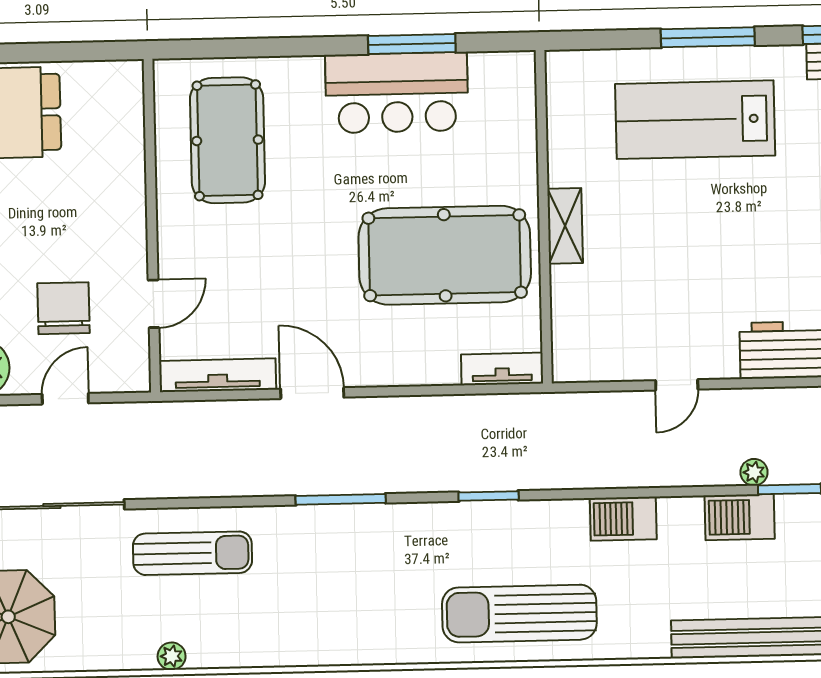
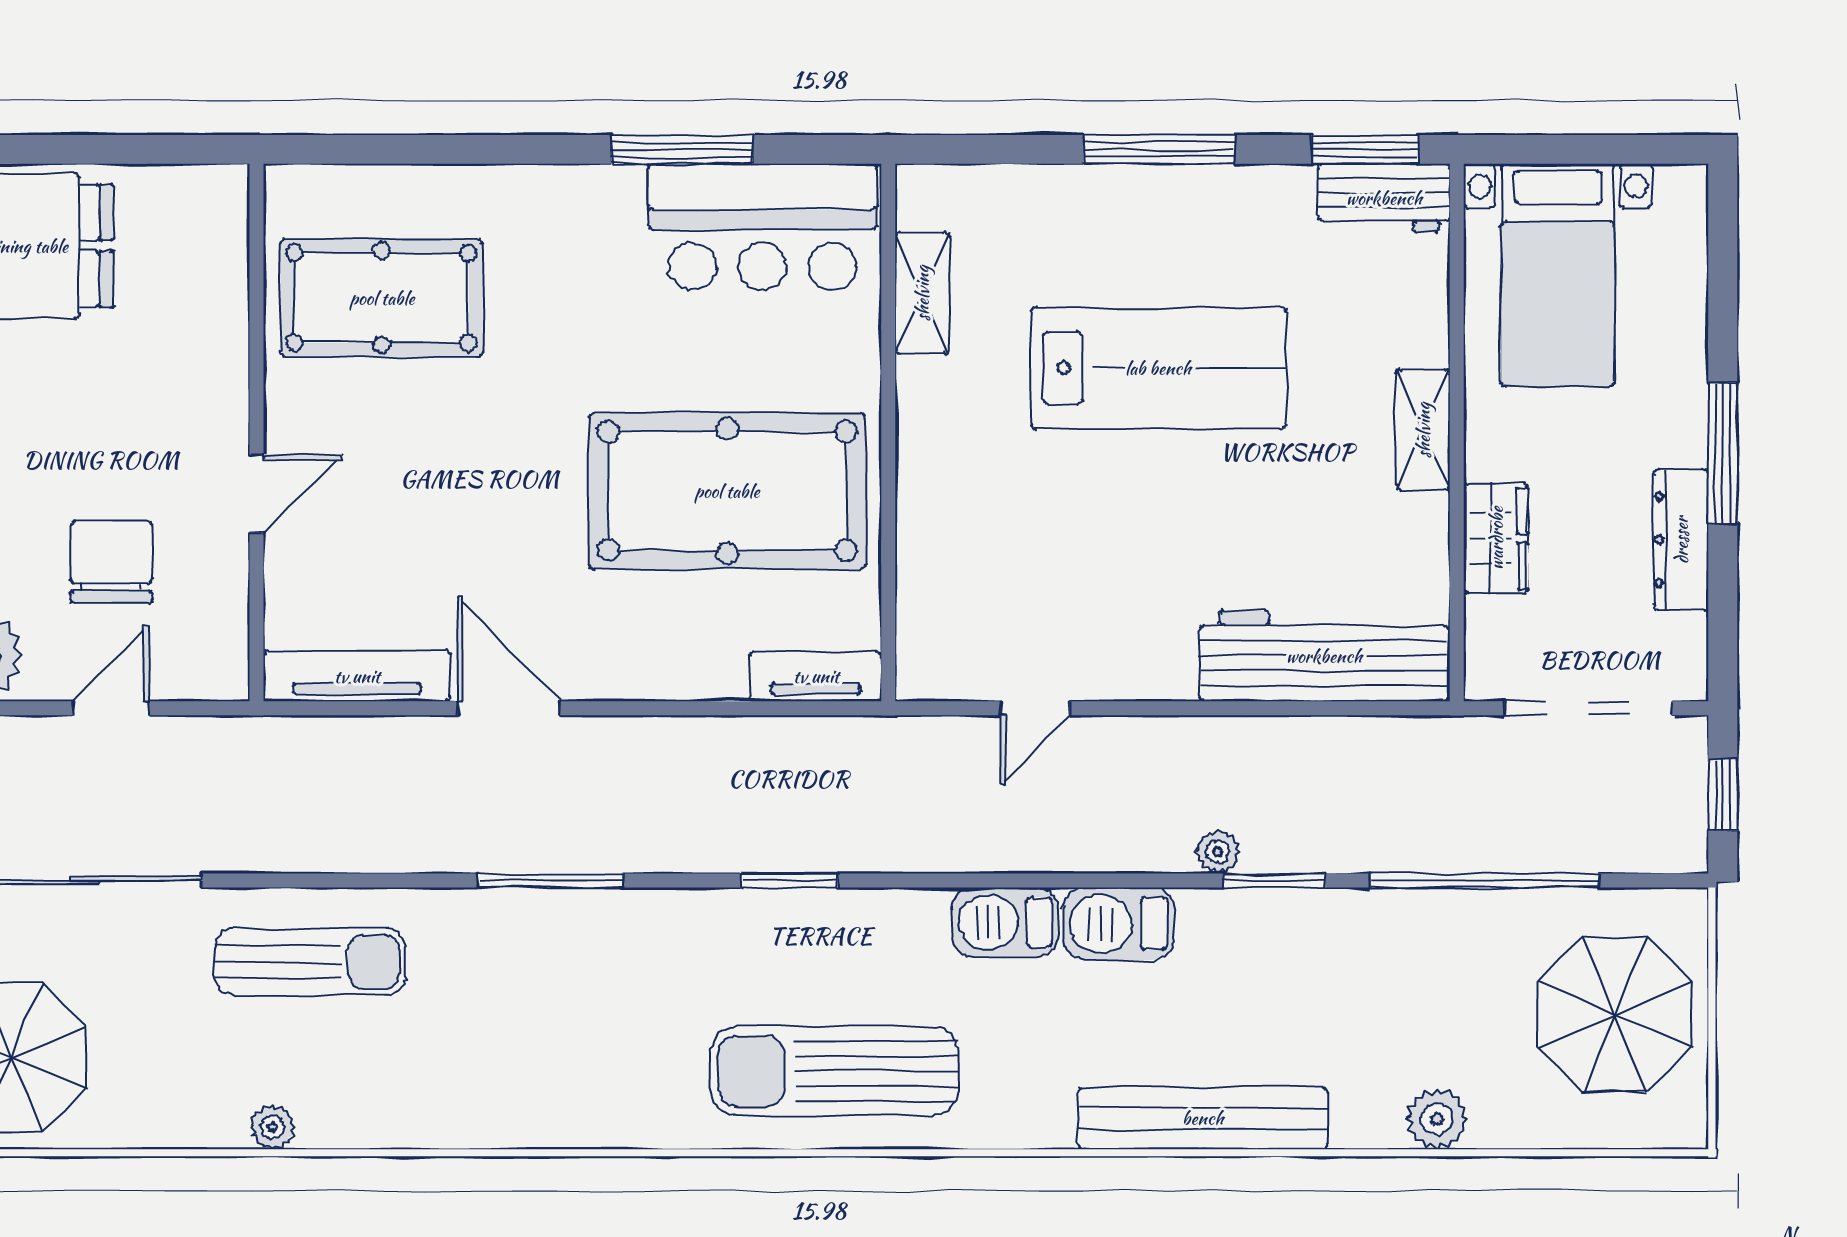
bar counter: (397, 93) -> (762, 227), moved
lab bench: (695, 120) -> (1158, 368), moved, turned 180
pool table: (227, 140) -> (382, 298), turned 90
shelving: (565, 226) -> (922, 293), moved
door: (154, 304) -> (256, 493), moved
door: (677, 385) -> (1035, 708), moved
barbecue: (740, 517) -> (1118, 924), moved

